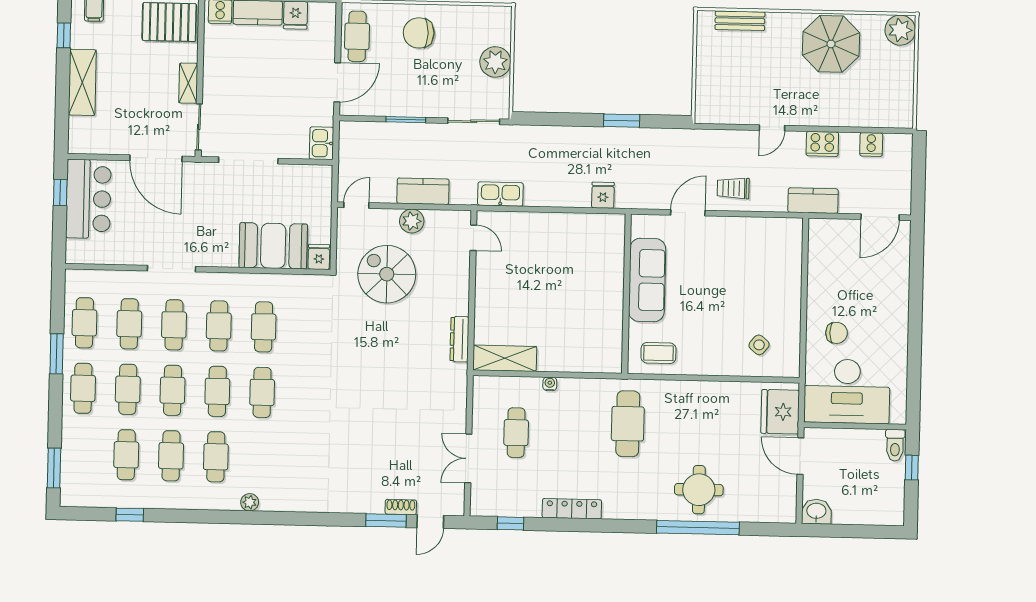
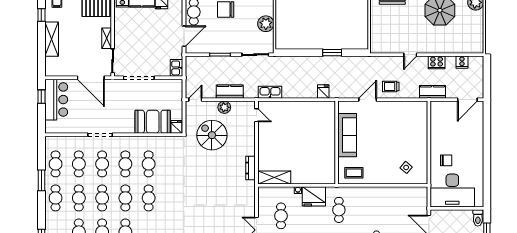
fridge: (780, 412) -> (314, 196), moved, turned -90
cafe table: (628, 424) -> (339, 210), width x0.73, depth x0.74

